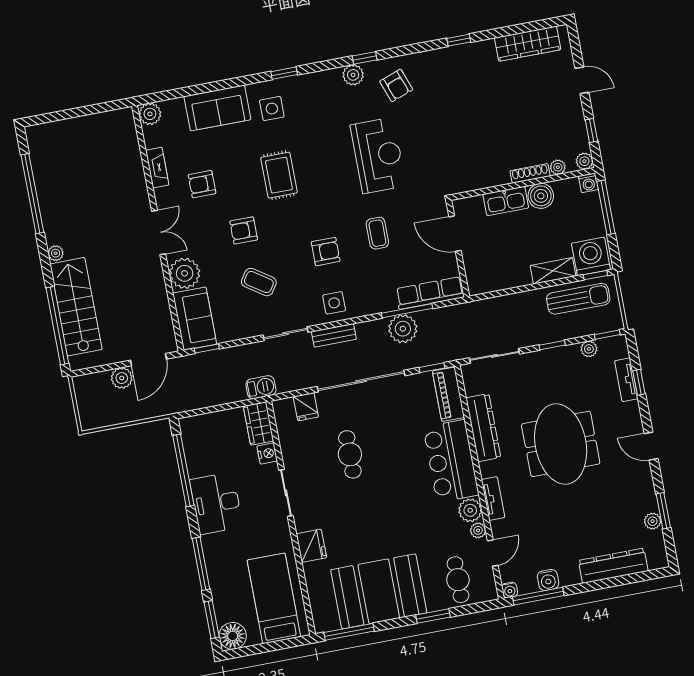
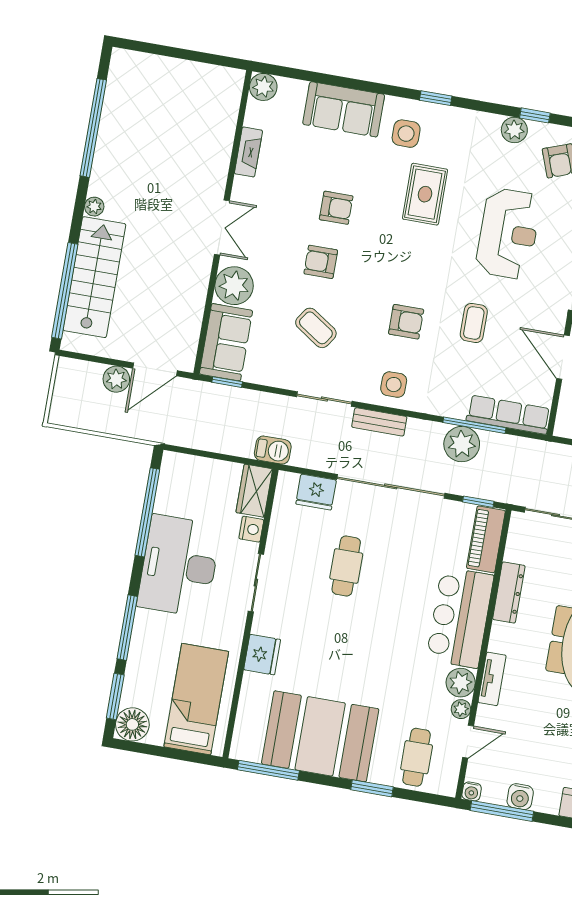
rug: (279, 175) -> (425, 194), moved
armchair: (202, 184) -> (336, 208), moved, turned 180
fridge: (306, 407) -> (316, 492), width x1.38
dresser: (483, 428) -> (509, 592), width x0.73, depth x0.80
desk: (216, 503) -> (179, 566), width x1.36, depth x1.30

